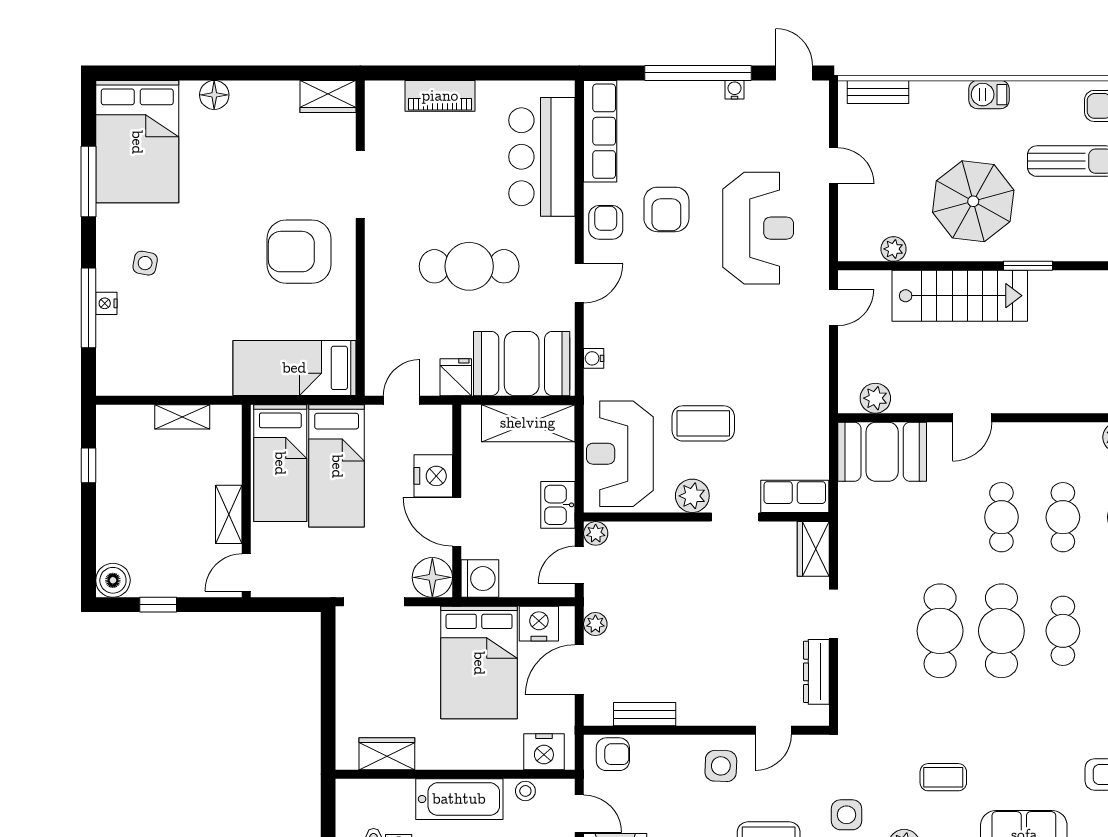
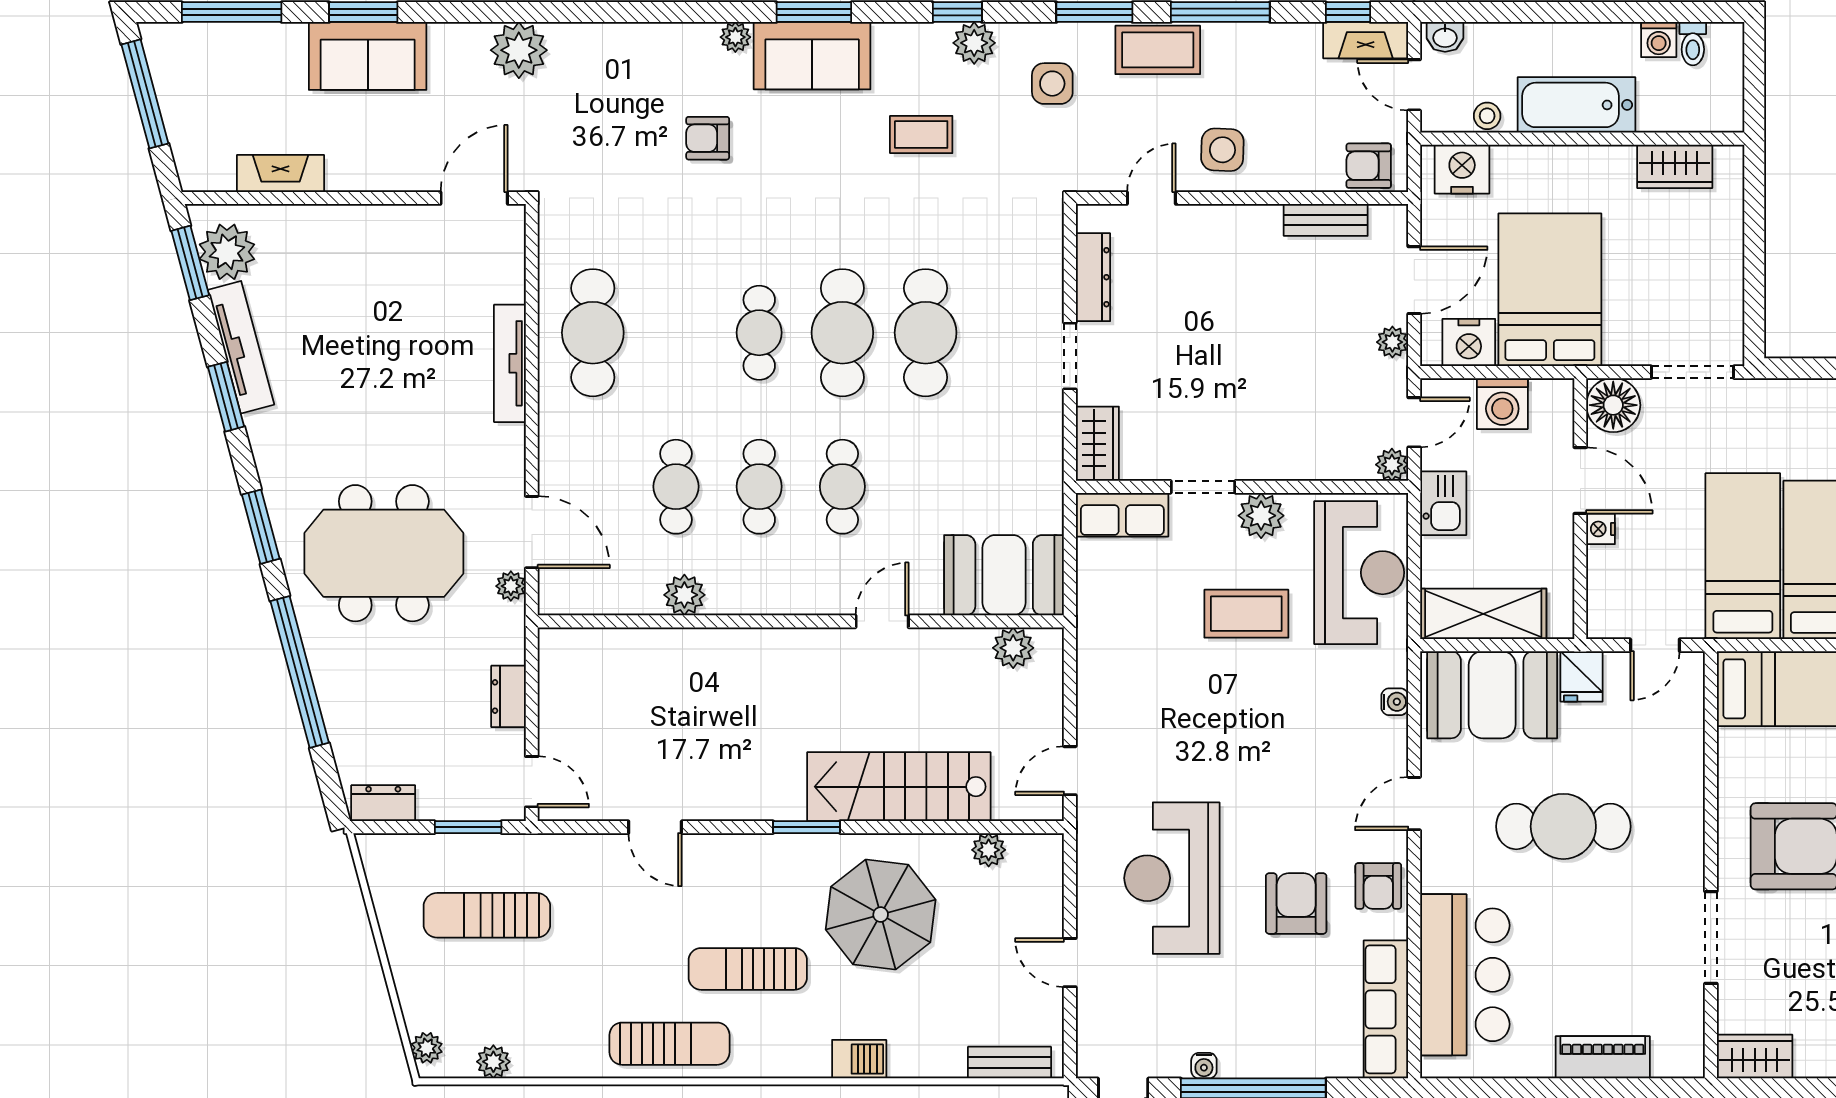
nightstand: (433, 476) -> (1601, 529), width x0.53, depth x0.56
washing machine: (480, 579) -> (1502, 404), moved, turned -90

